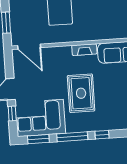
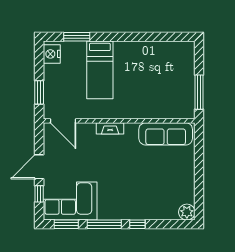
fireplace: (84, 50) -> (110, 128), moved
rug: (81, 93) -> (117, 177), removed

